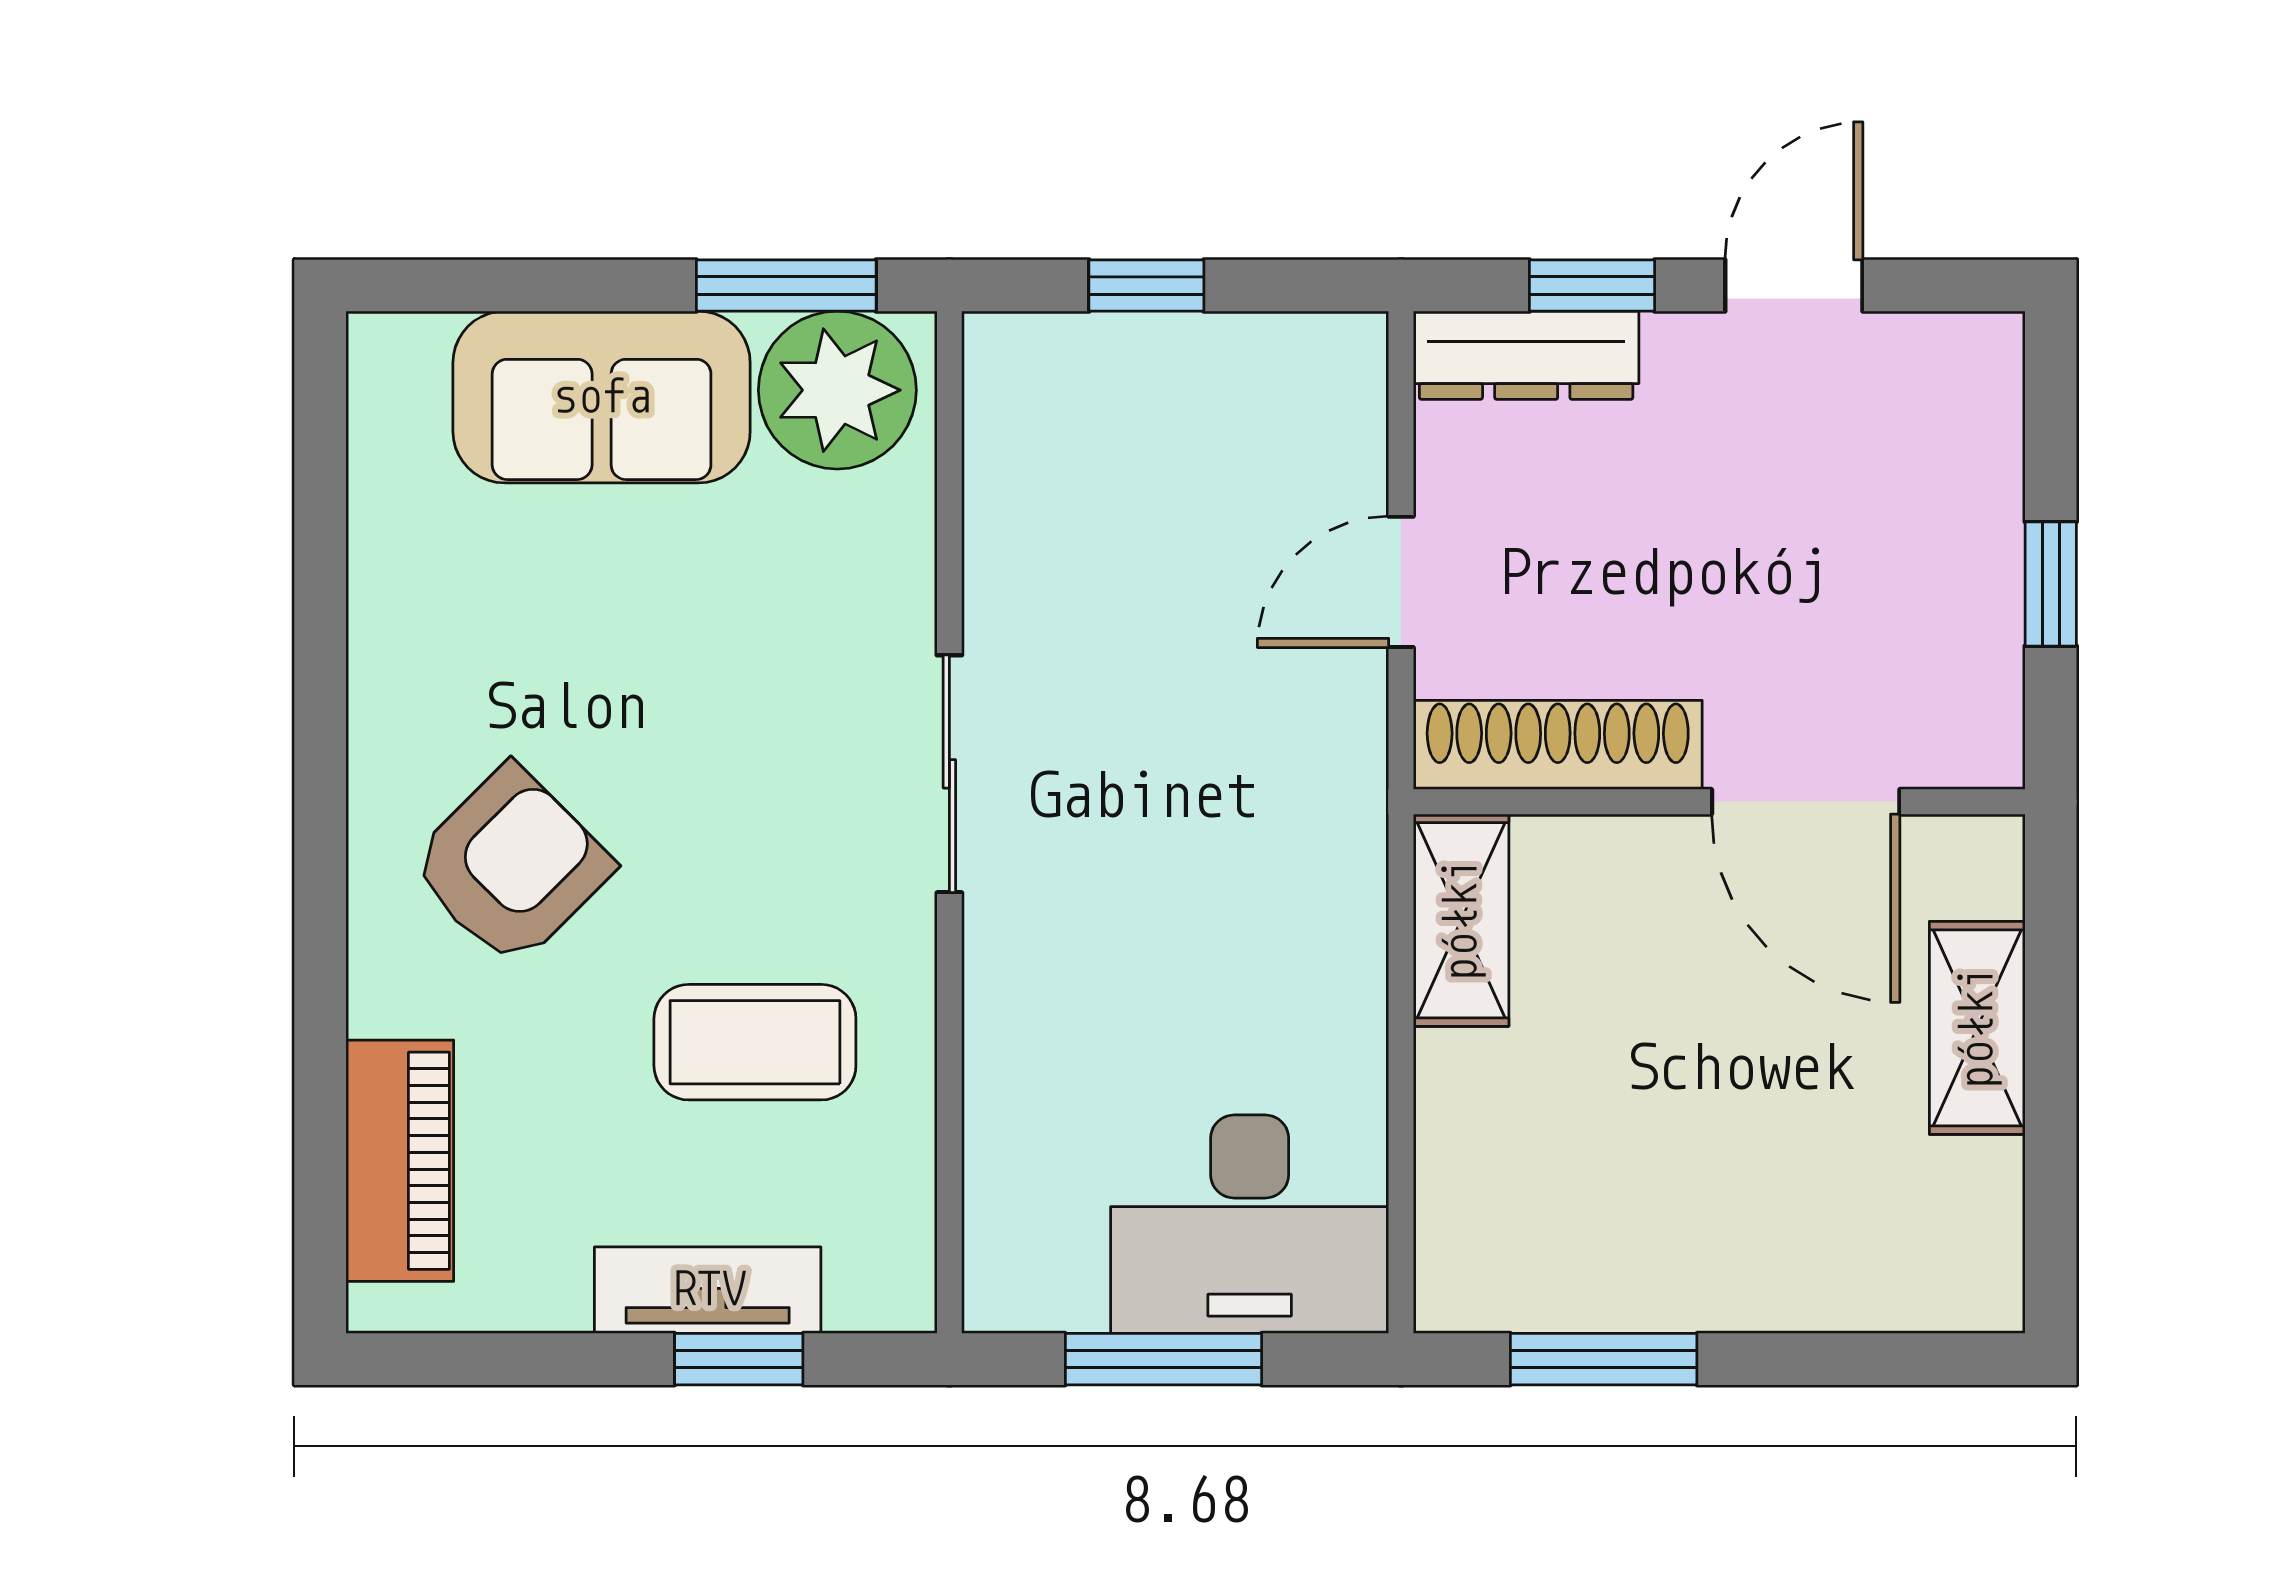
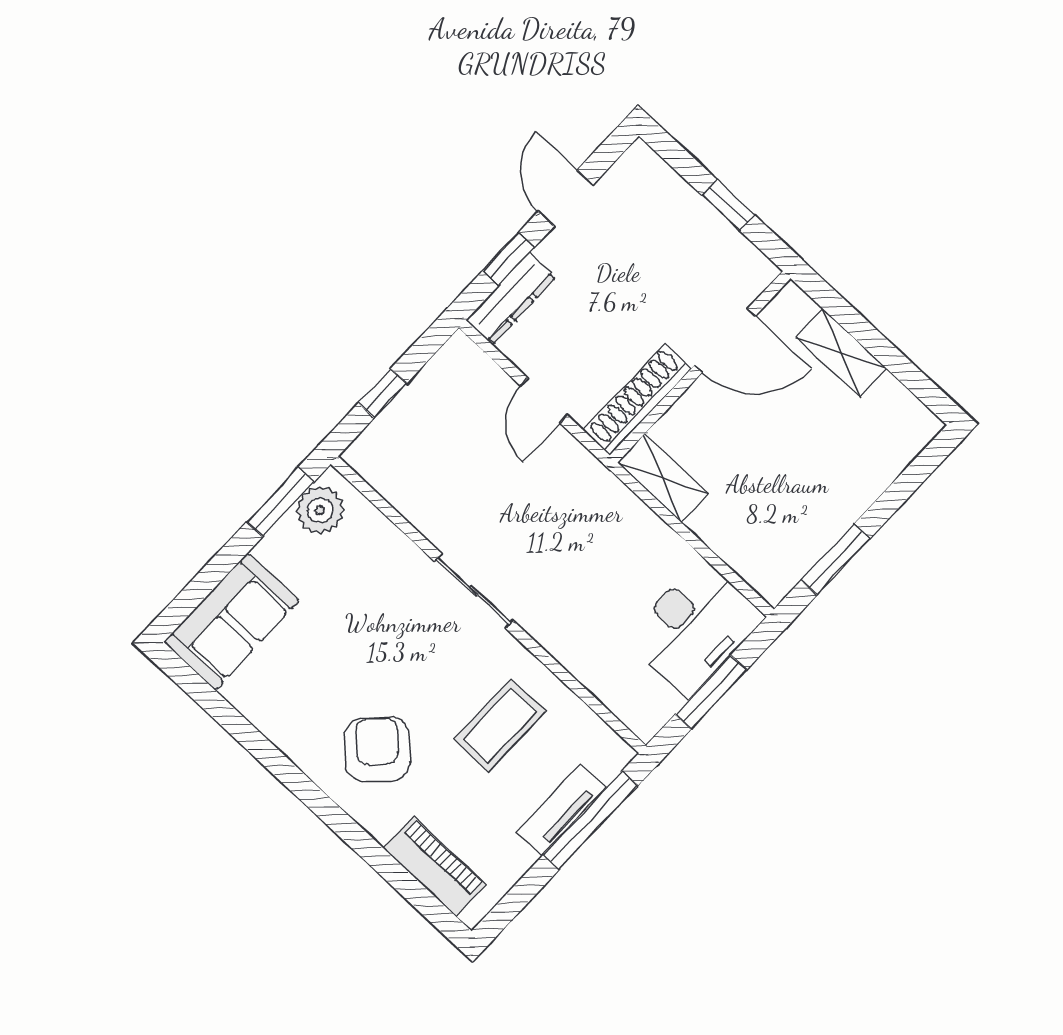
plant: (837, 390) -> (320, 510), width x0.73, depth x0.73
sofa: (602, 397) -> (231, 621), moved
window: (739, 1359) -> (591, 820), width x2.17

